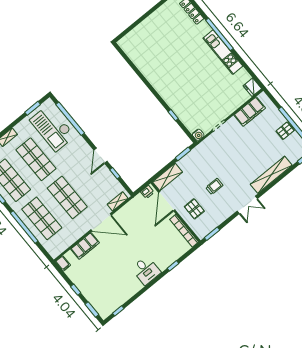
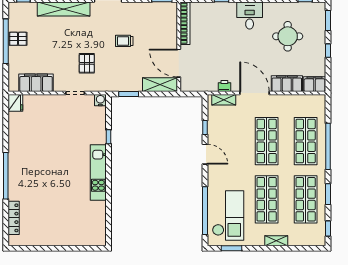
kitchen unit: (223, 52) -> (98, 172), moved, turned 180
door: (101, 156) -> (205, 154), hinge flipped
printer: (147, 192) -> (224, 86), moved
door: (167, 201) -> (179, 63), swing flipped
pallet: (194, 209) -> (87, 63), moved
filing cabinet: (63, 263) -> (314, 84), width x2.00
round table: (110, 277) -> (288, 36), added

